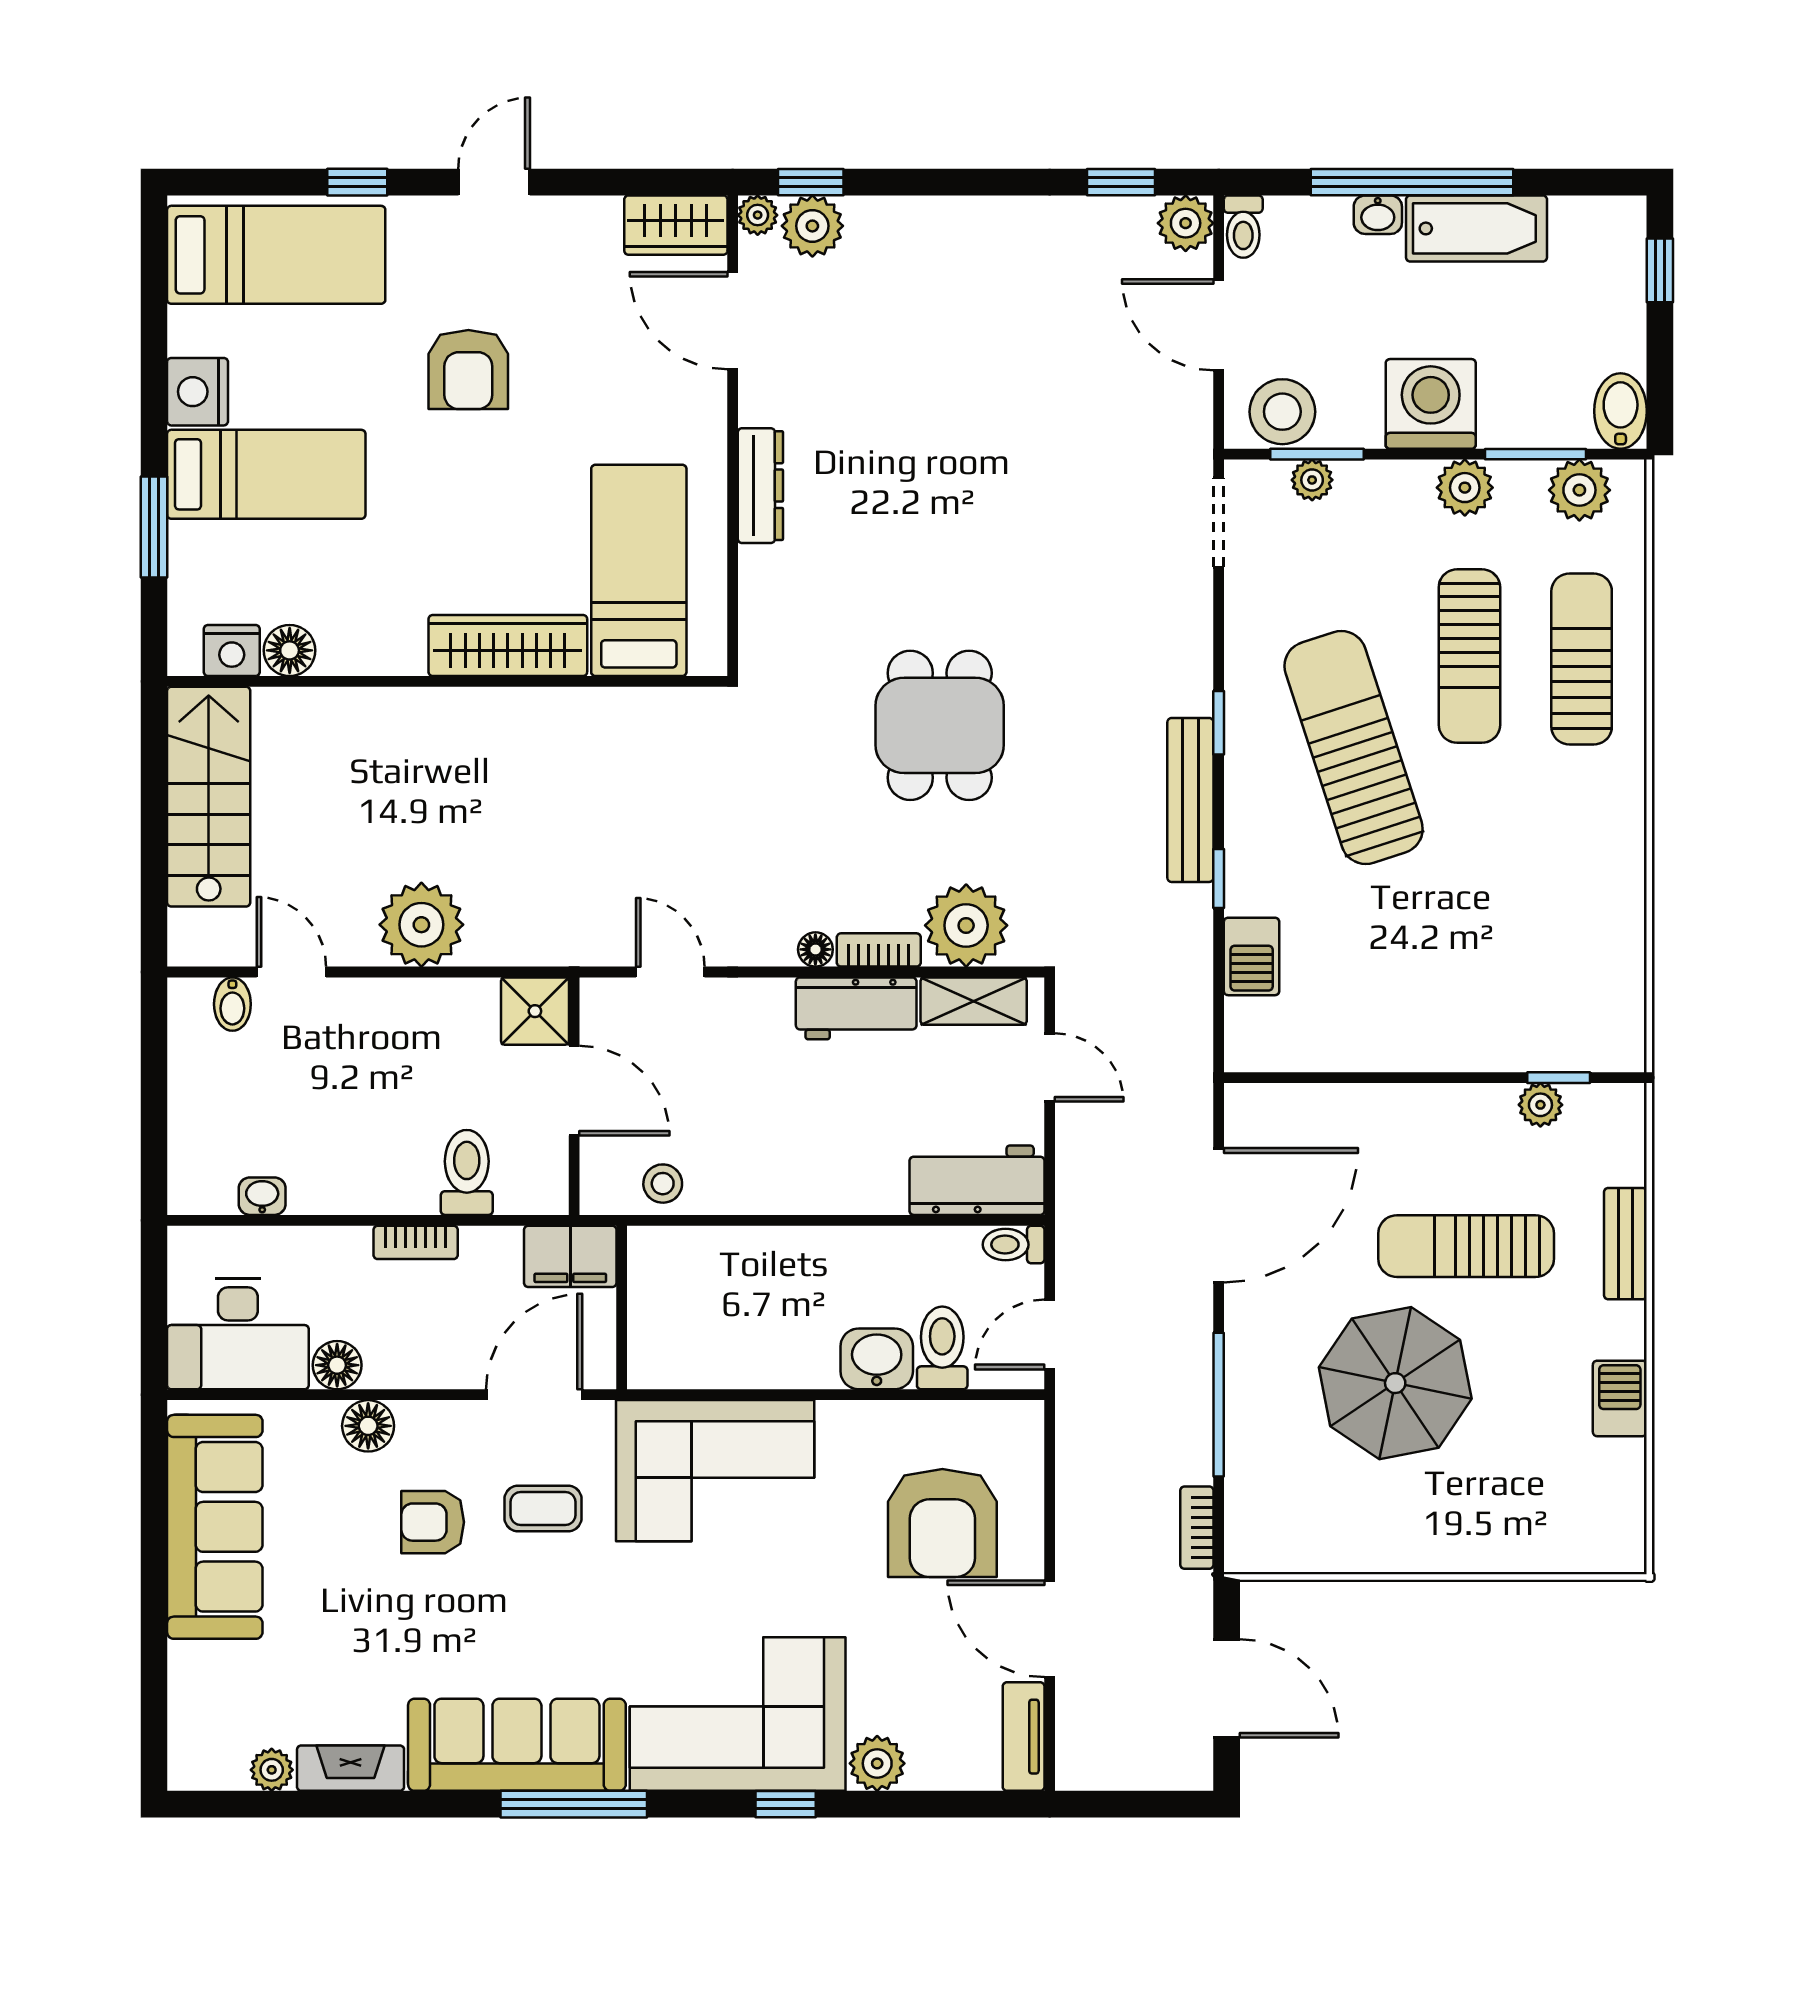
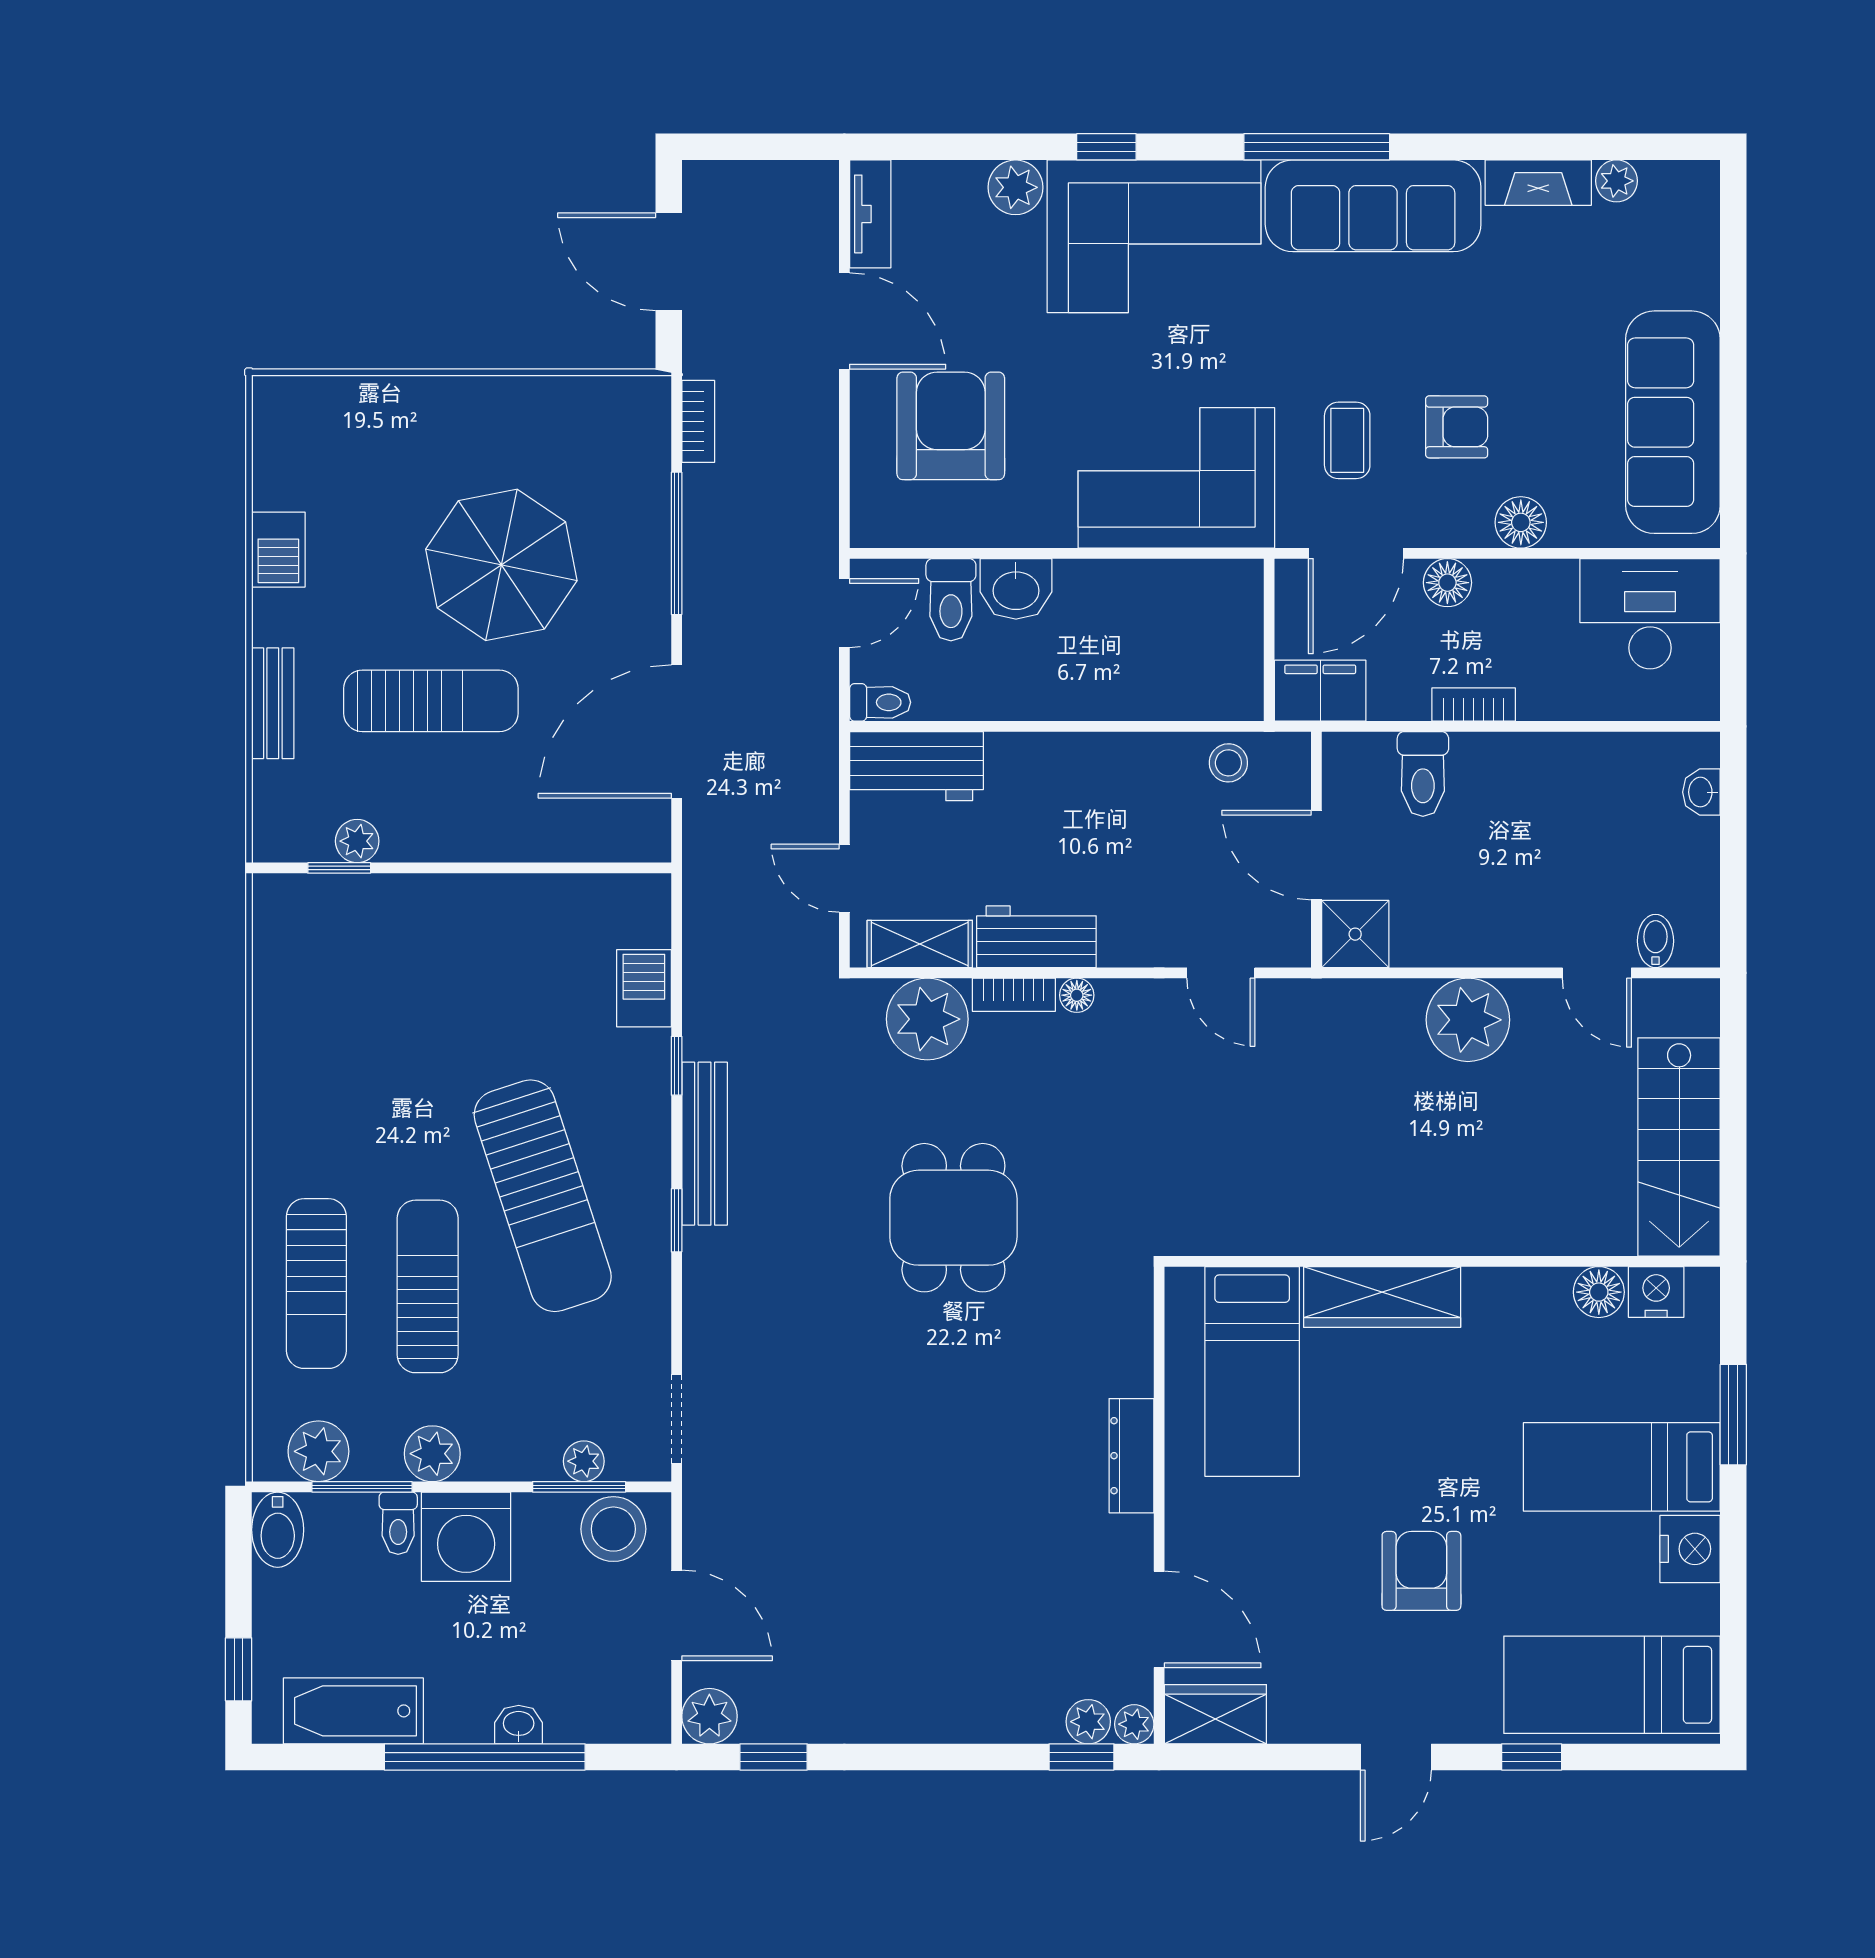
plant: (812, 226) -> (1088, 1722), width x0.73, depth x0.73
toilet: (1243, 227) -> (398, 1523), moved, turned 180
bathtub: (1477, 228) -> (353, 1711), moved
washbasin: (262, 1196) -> (1701, 792), moved, turned 90
floor lamp: (337, 1365) -> (1447, 583), moved
coffee table: (543, 1508) -> (1347, 440), turned 90

